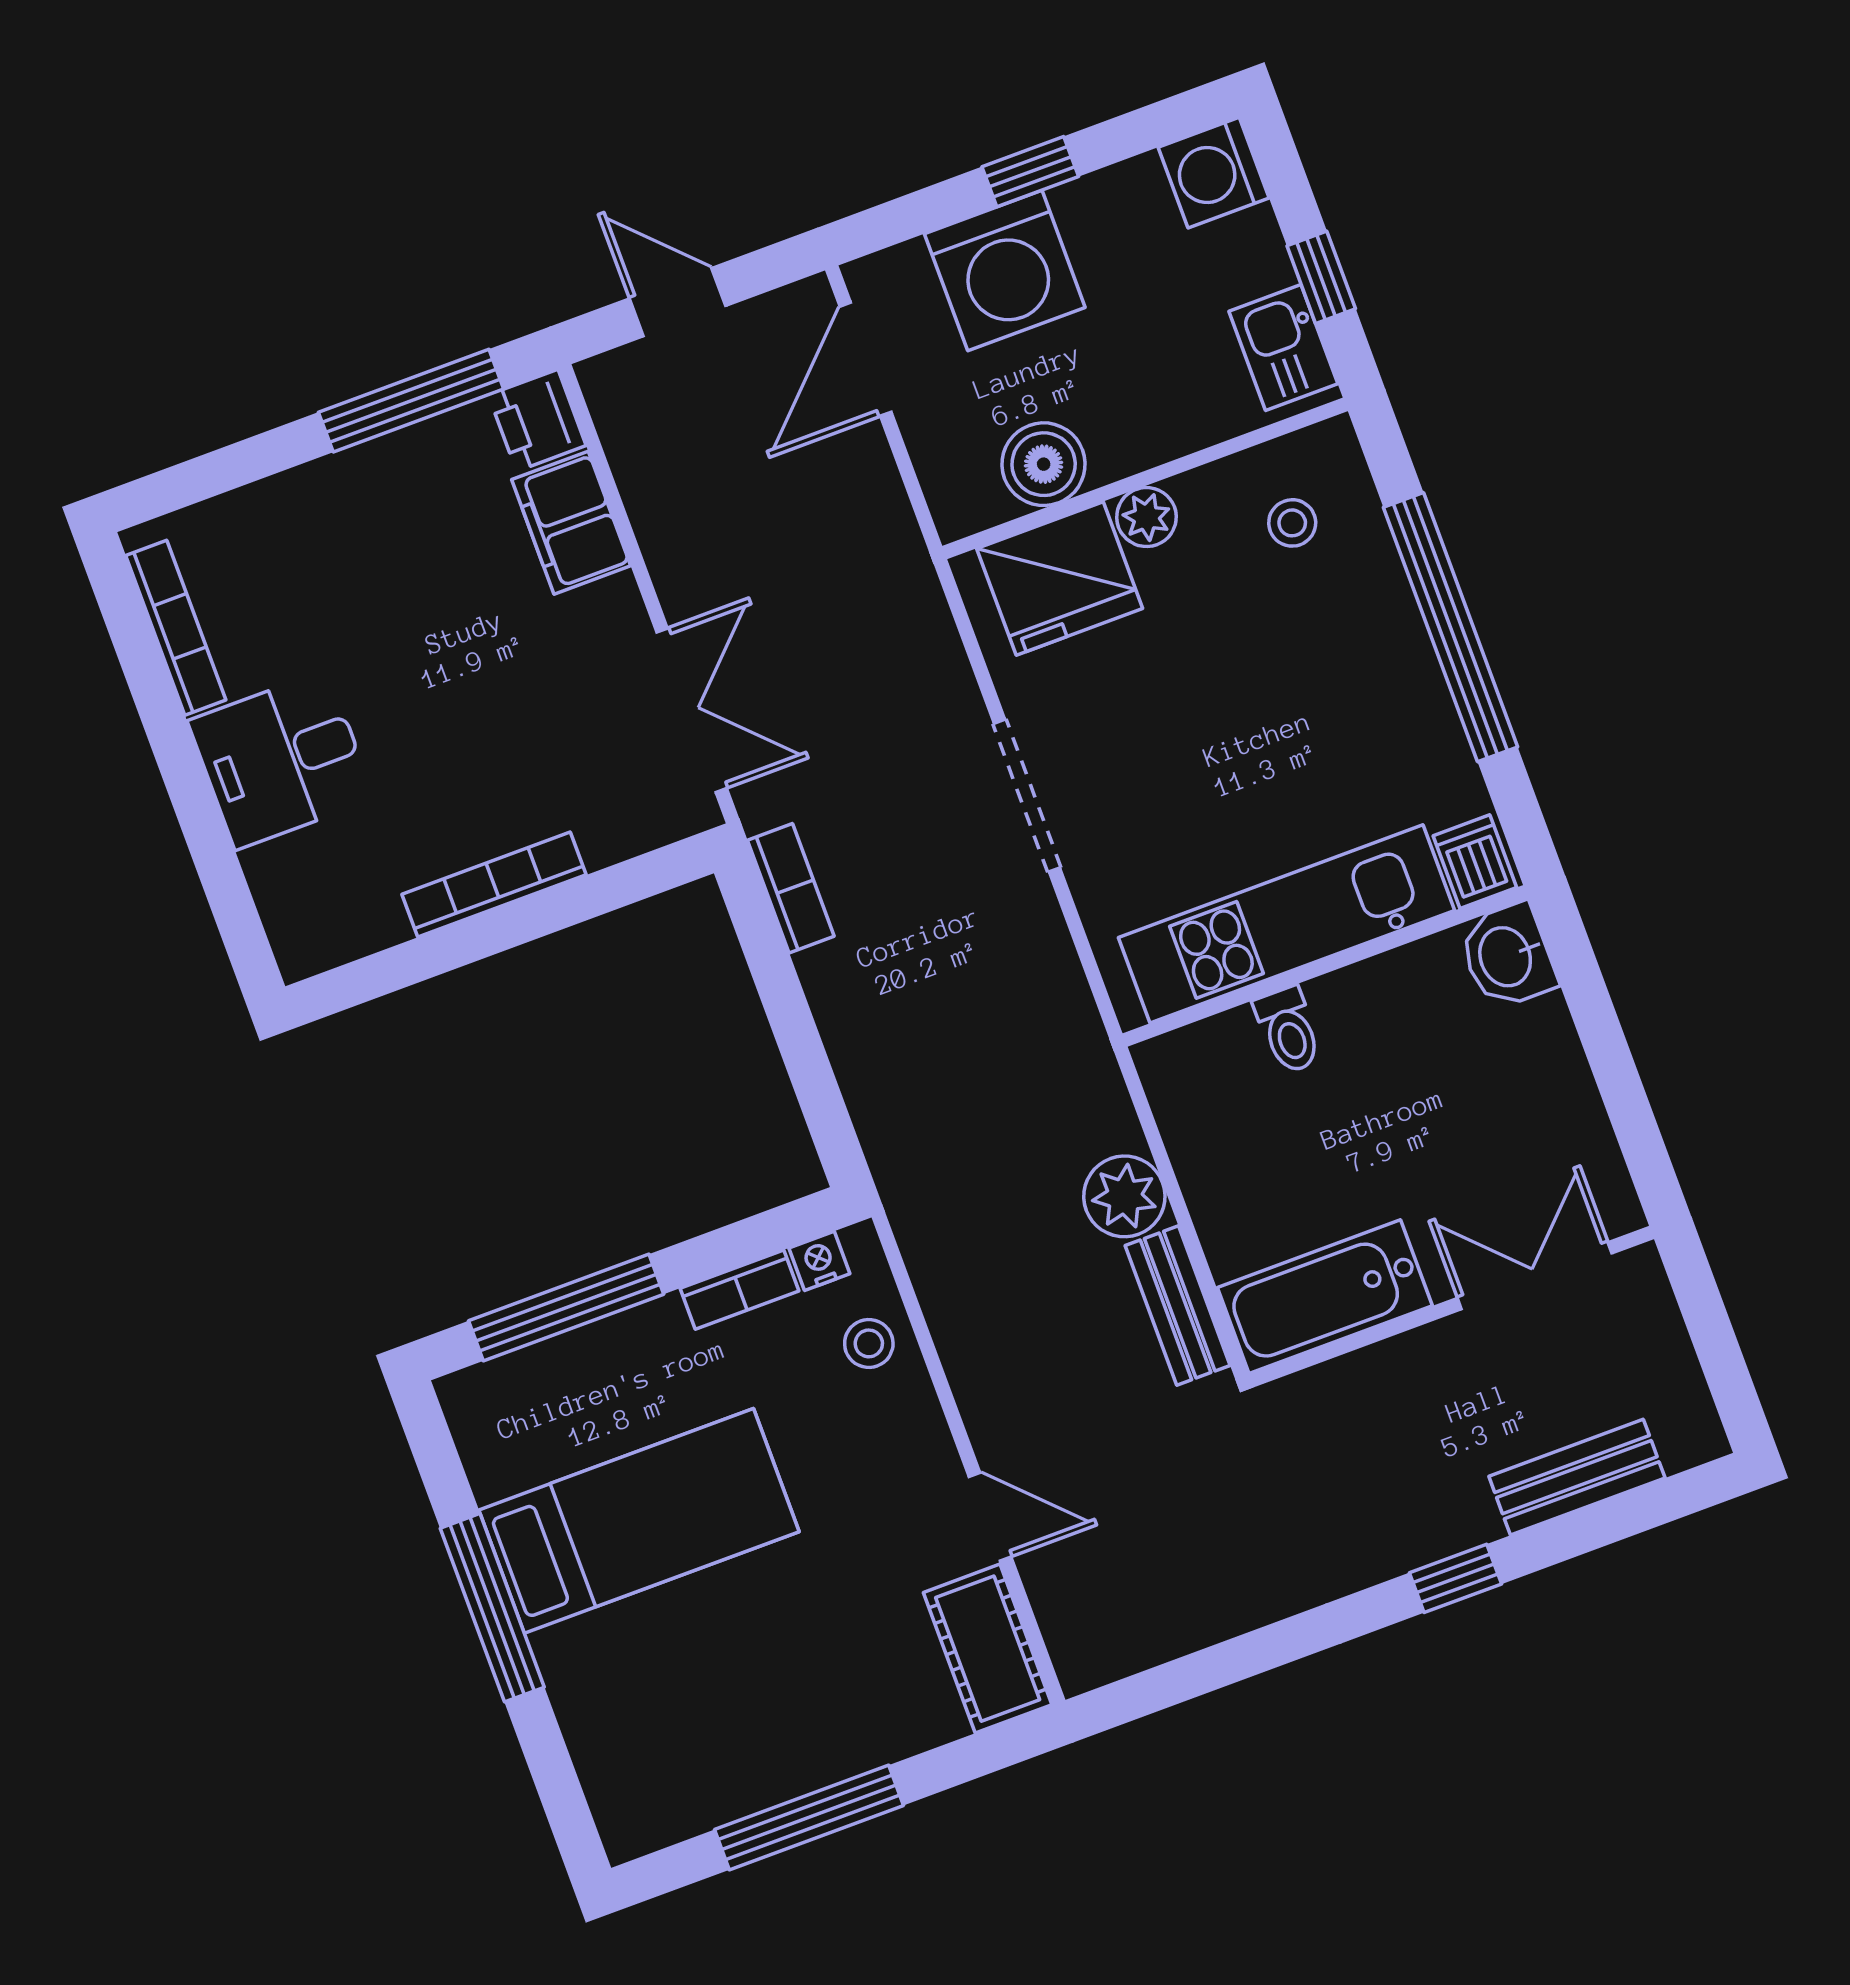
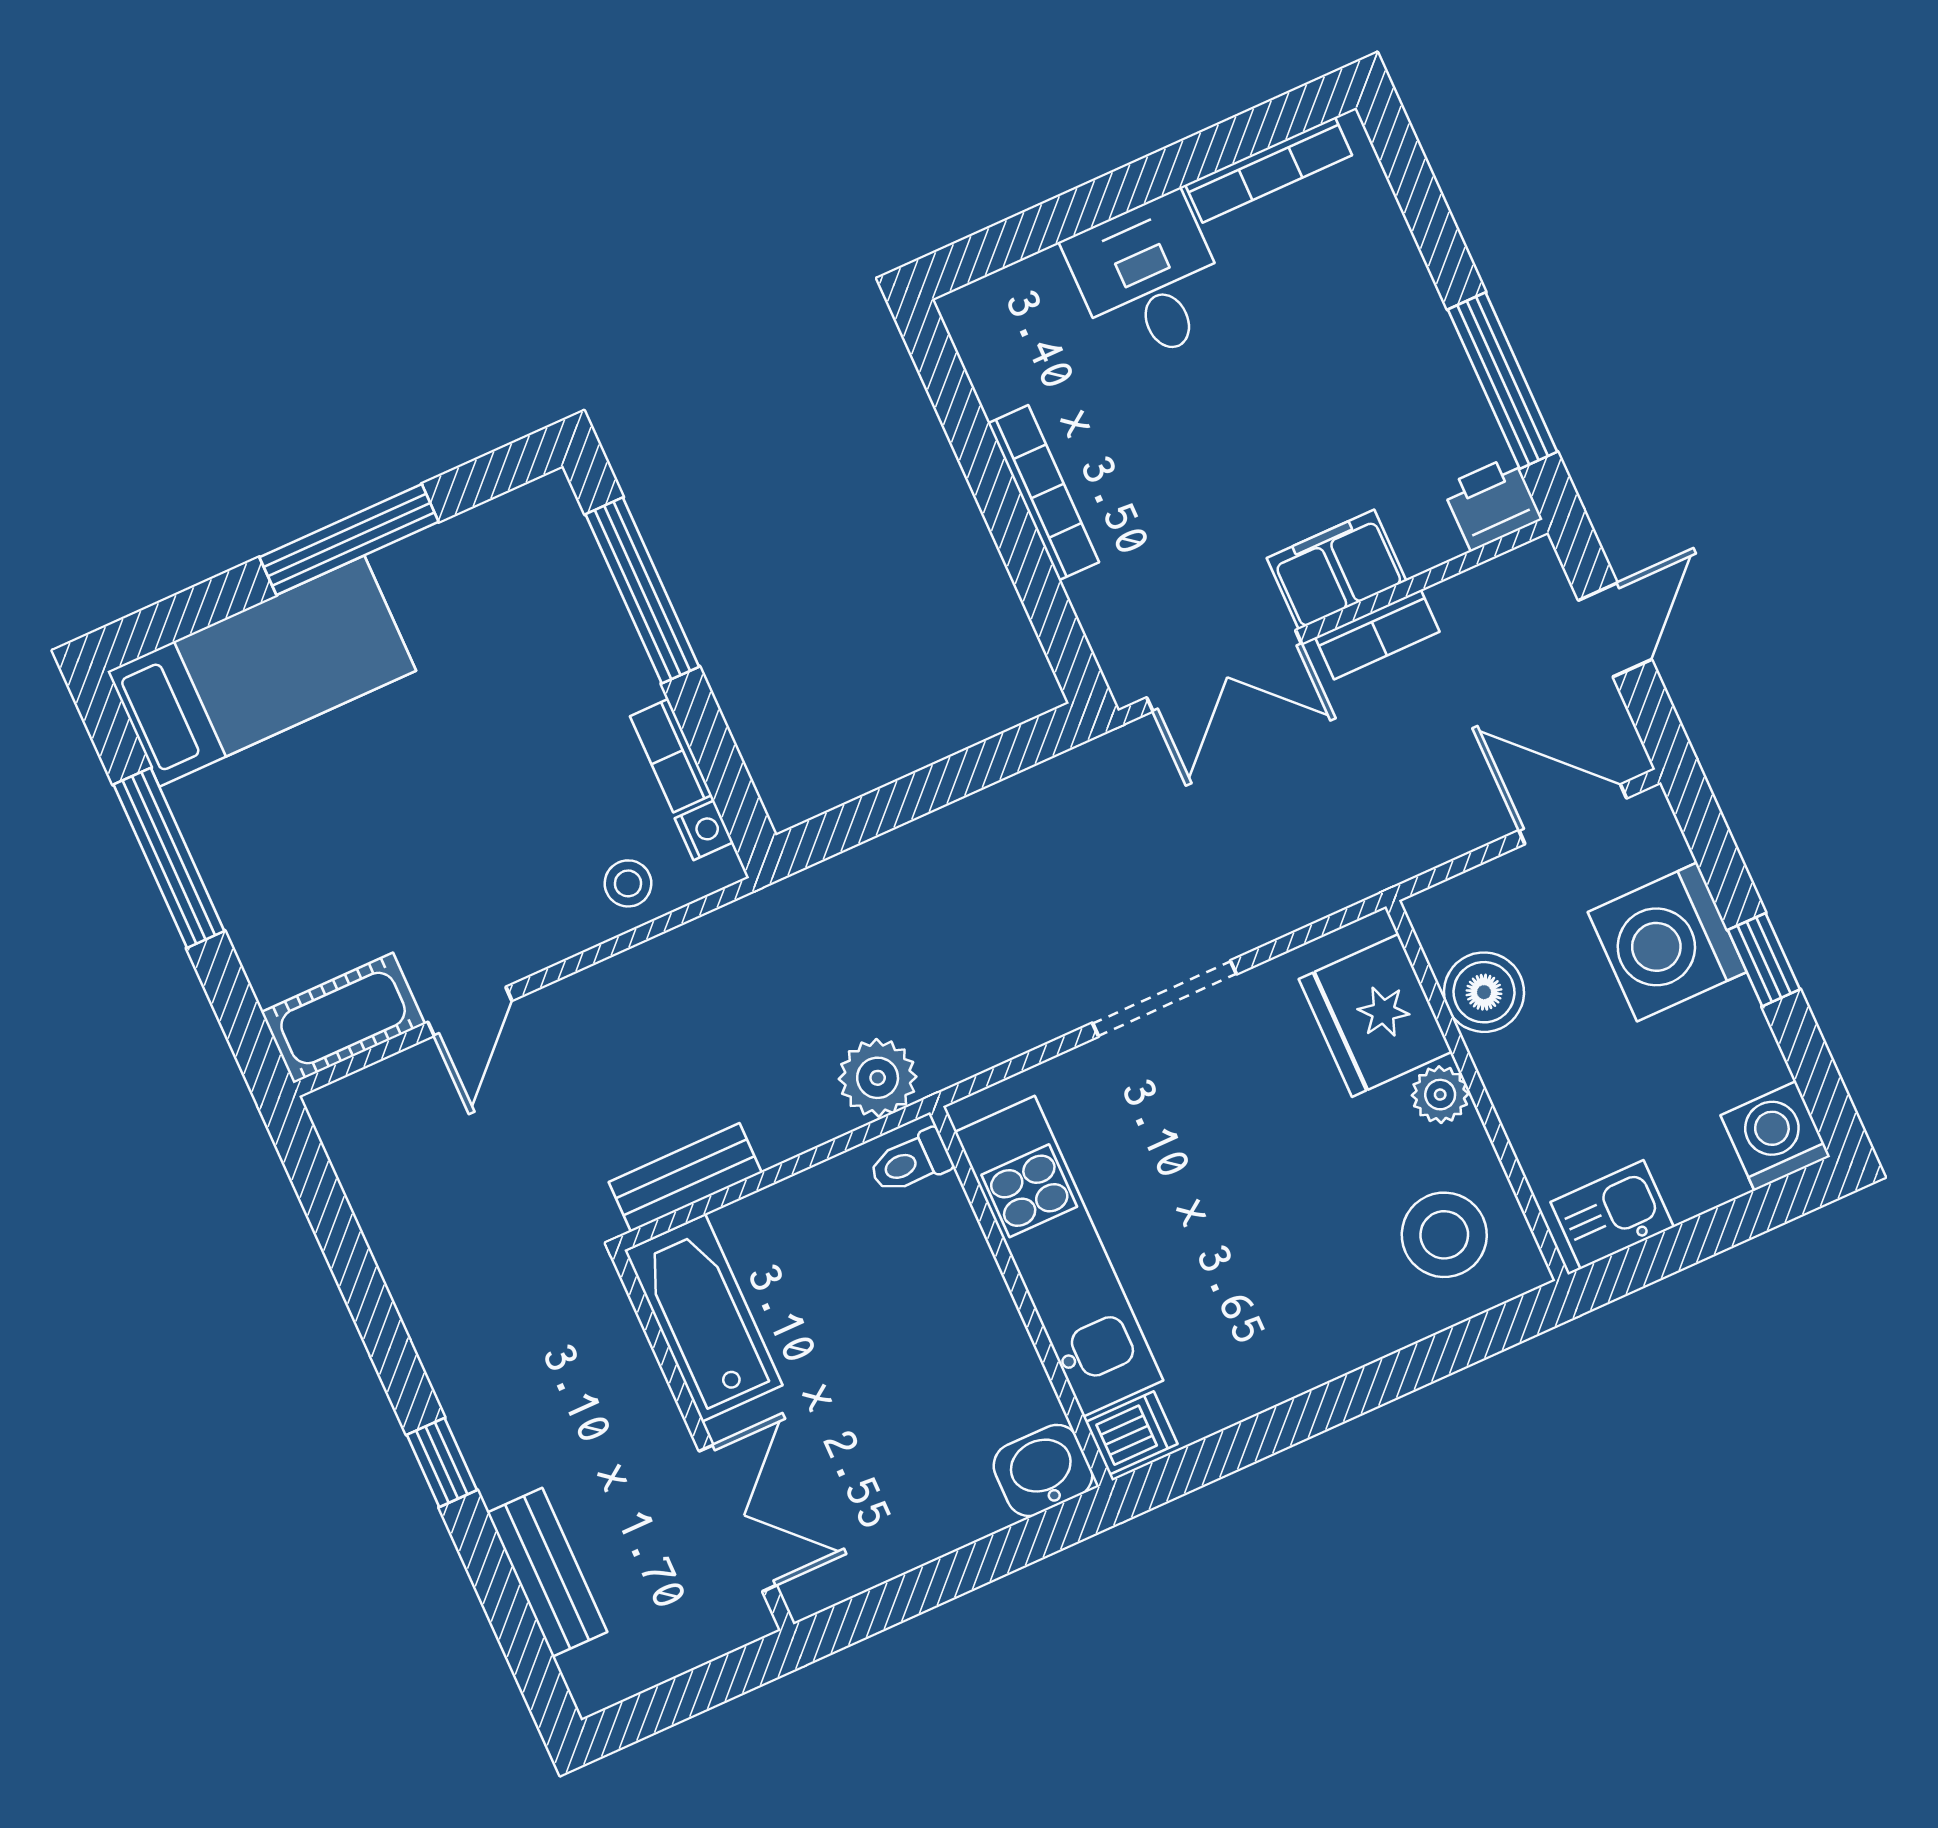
window: (1321, 277) -> (1682, 1246), removed
filing cabinet: (571, 523) -> (1336, 569), moved
stool: (1292, 523) -> (1444, 1235), width x1.89, depth x1.89
window: (1451, 627) -> (1355, 1394), removed
bookcase: (791, 888) -> (1377, 635), moved
toilet: (1288, 1030) -> (910, 1162), moved
plant: (1124, 1196) -> (878, 1078), moved
bed: (639, 1521) -> (262, 671), moved, turned -90

